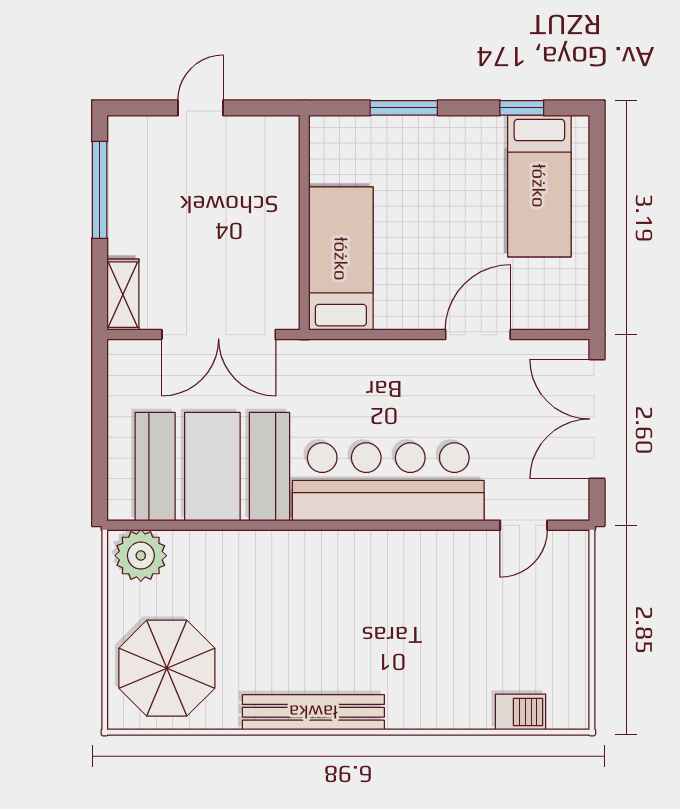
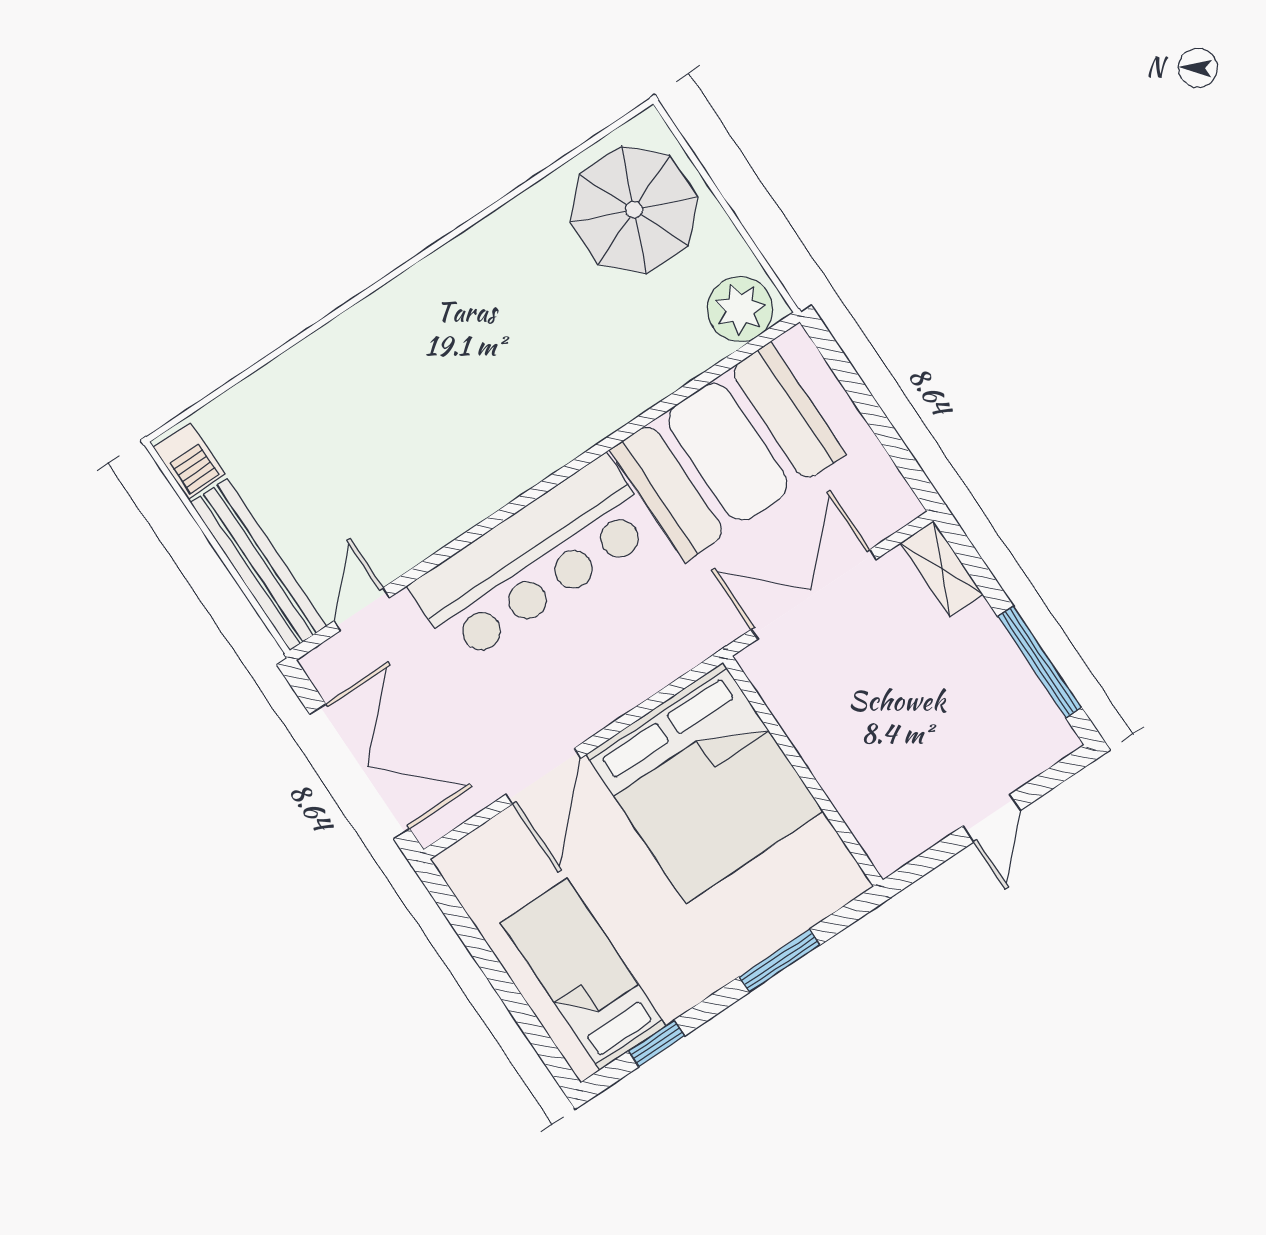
bed: (341, 259) -> (704, 783), width x2.04
bench: (313, 712) -> (258, 564), moved, turned 90
barbecue: (521, 712) -> (189, 461), moved, turned -90

